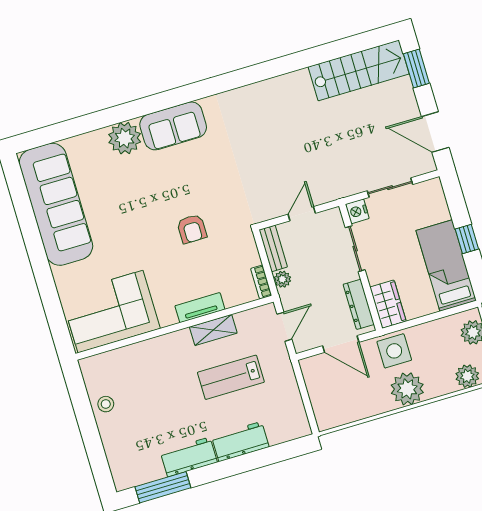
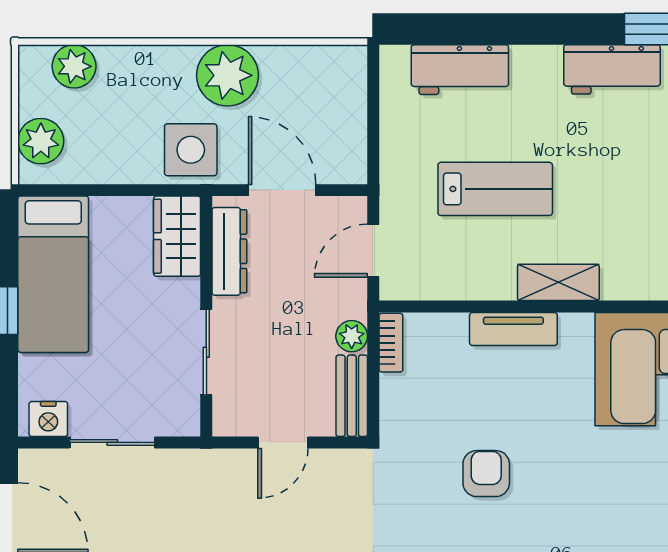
nightstand: (357, 211) -> (48, 419), moved, turned 90
shelving: (213, 330) -> (558, 282), moved
plant: (407, 389) -> (227, 75), moved
workbench: (240, 442) -> (460, 70), moved

